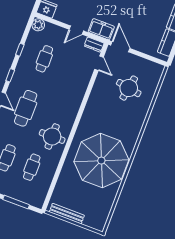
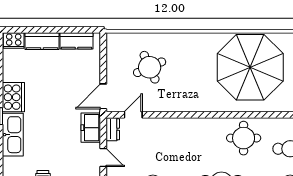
round table: (129, 88) -> (150, 67), turned -34

